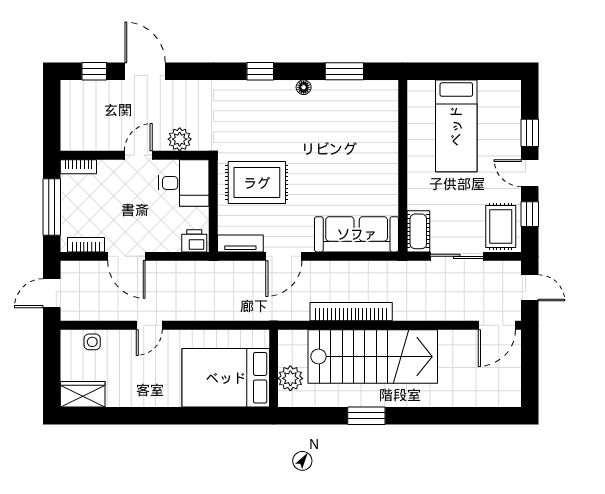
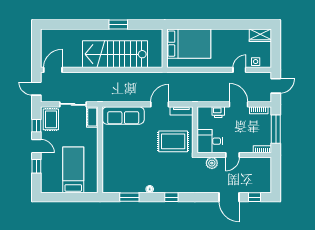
printer: (194, 241) -> (218, 112), moved
bookcase: (351, 312) -> (126, 77), removed
door: (149, 325) -> (239, 70), moved
plant: (290, 378) -> (156, 43), removed

